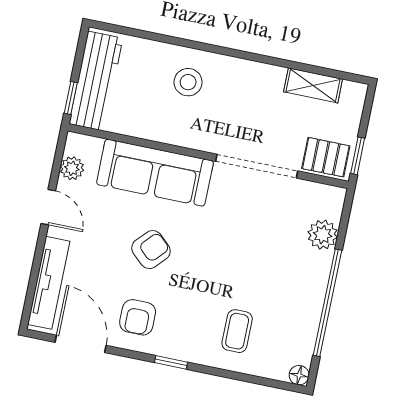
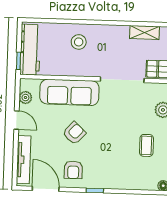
coffee table: (237, 331) -> (146, 145), moved

